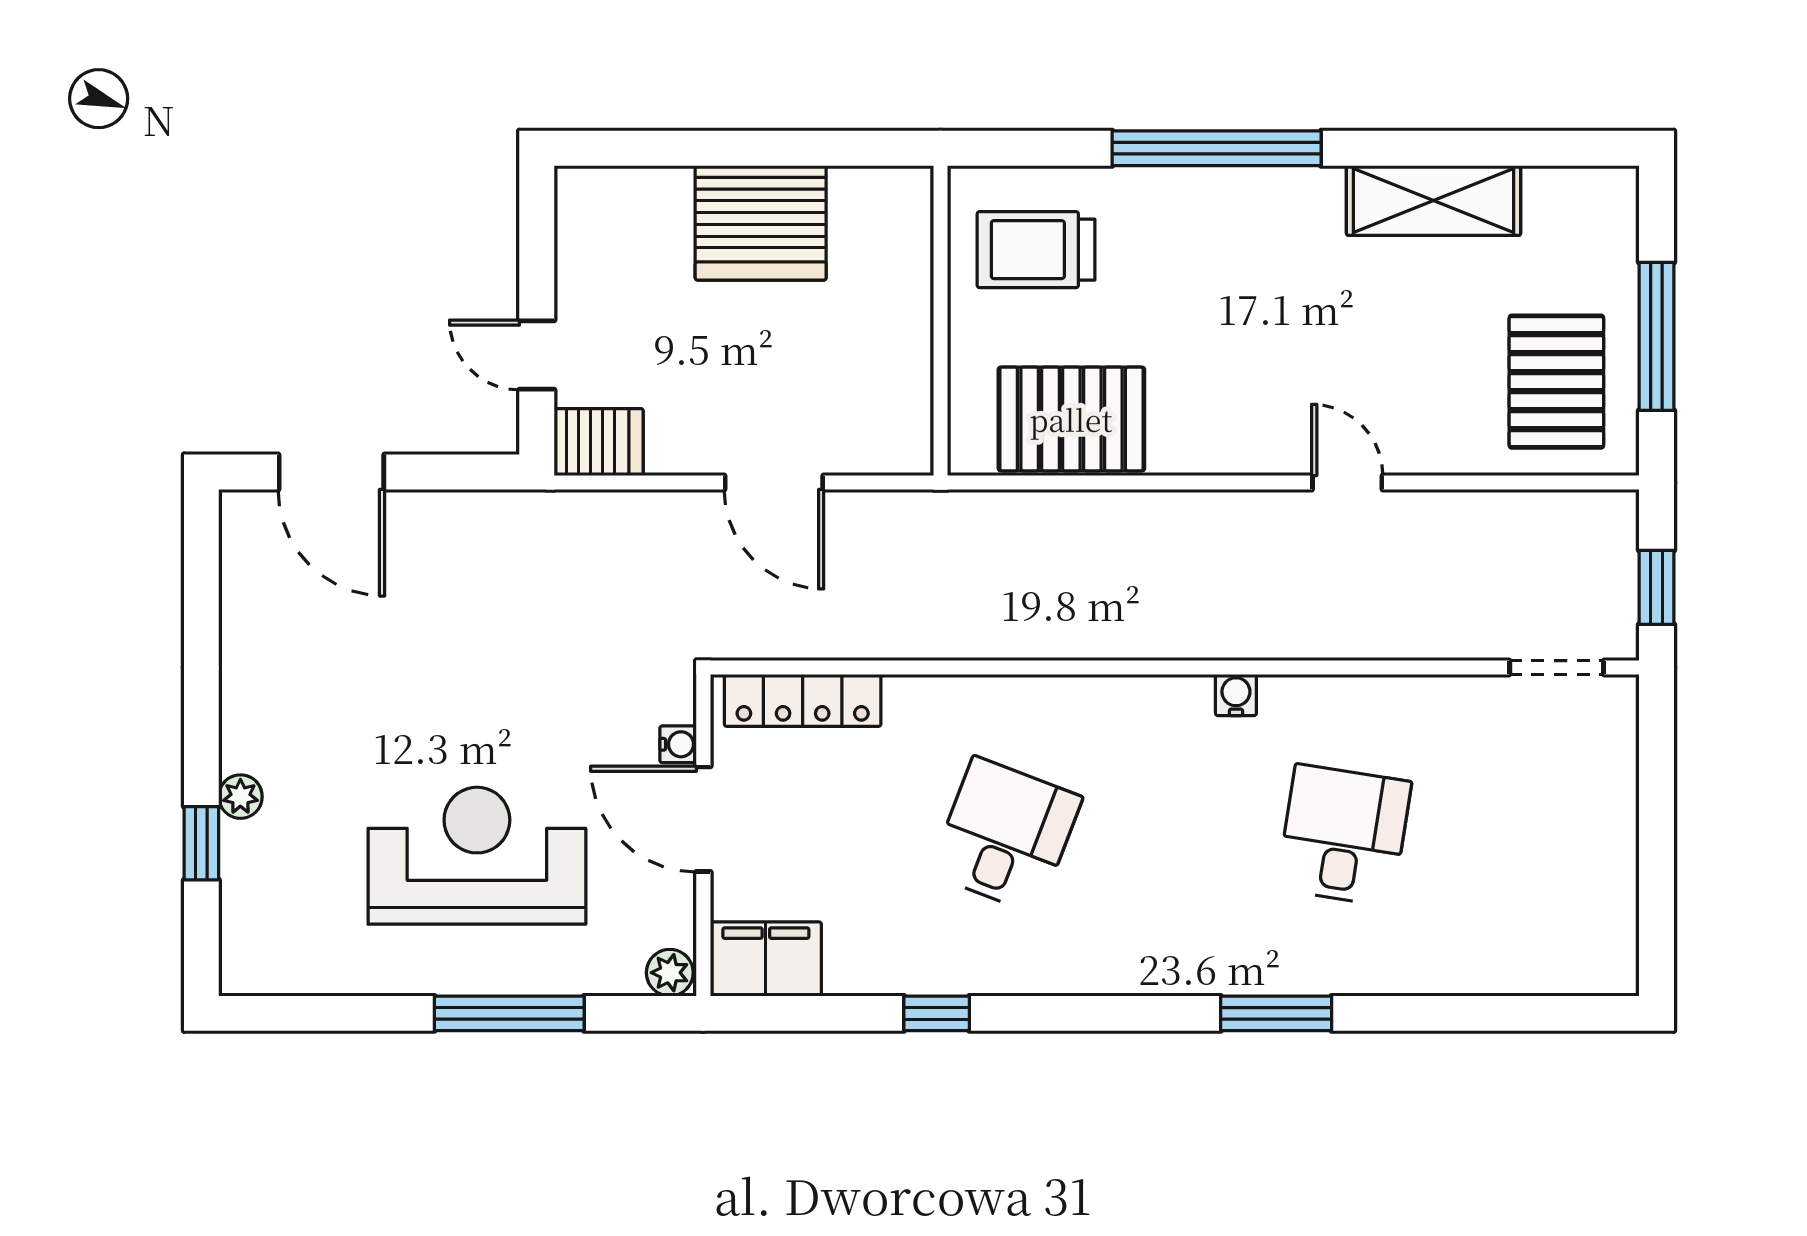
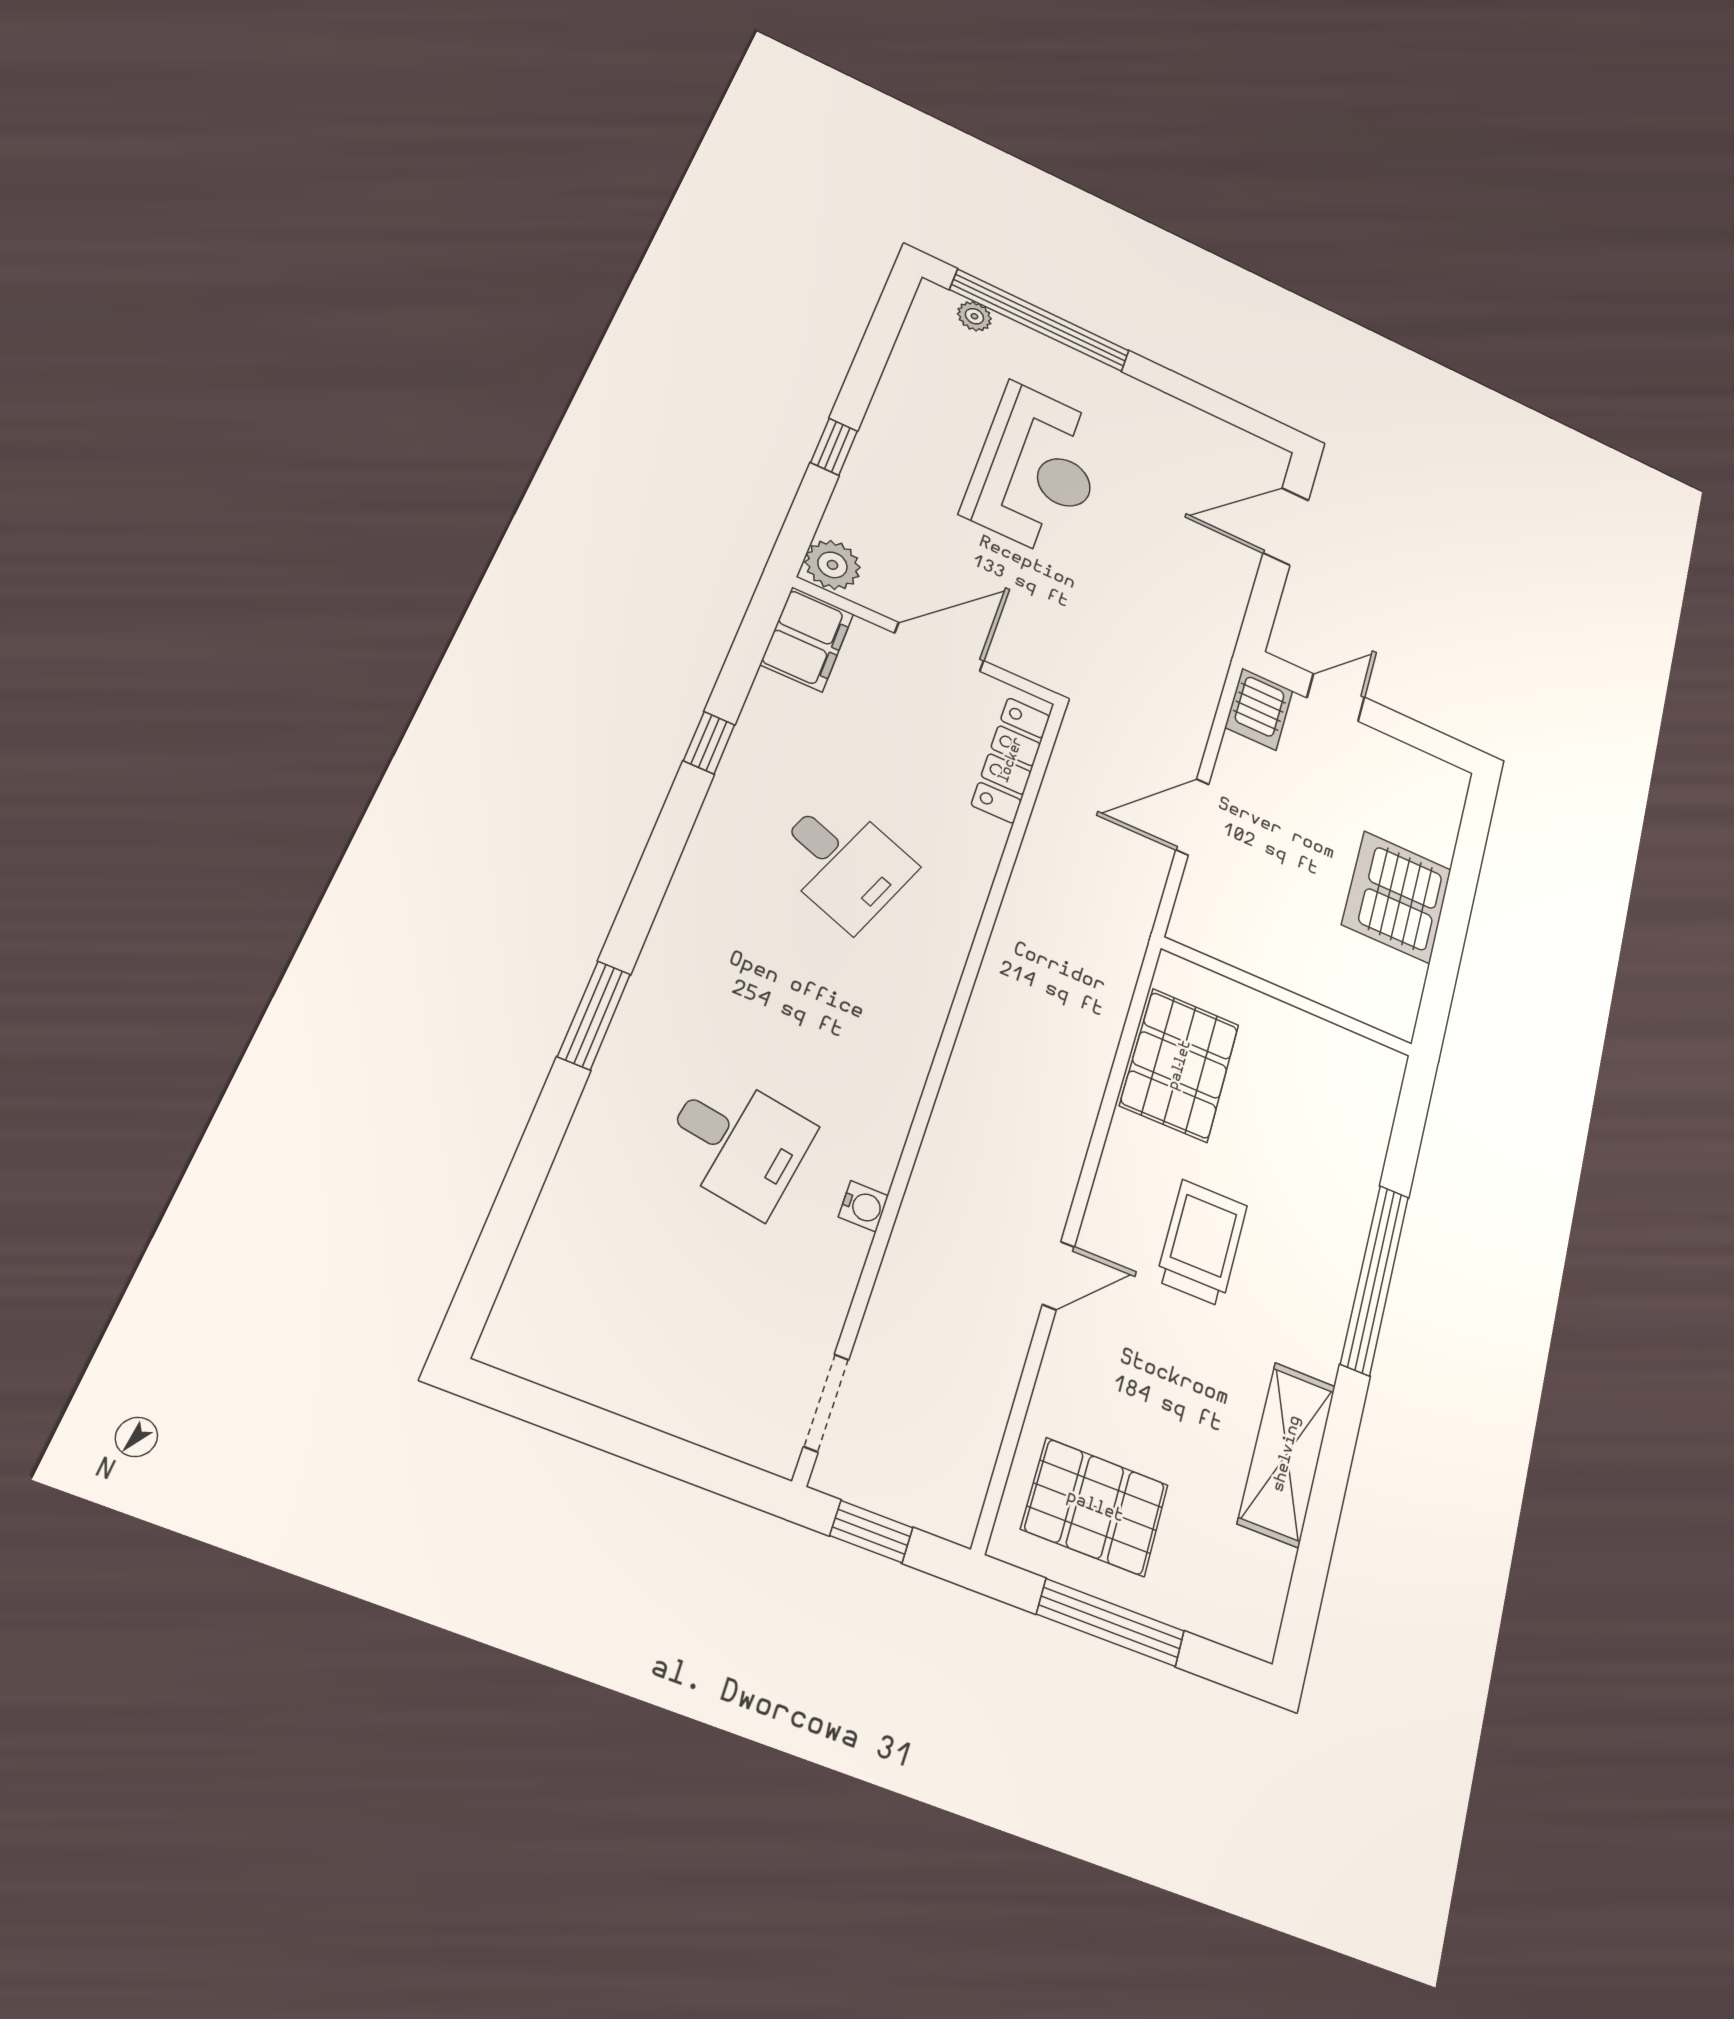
trolley: (1036, 250) -> (1202, 1243), moved
water cooler: (1236, 695) -> (863, 1206), moved
water cooler: (678, 744) -> (1006, 657), removed
plant: (240, 797) -> (974, 316), moved
window: (201, 843) -> (1040, 320), width x3.17
reception desk: (477, 856) -> (1037, 470), moved
plant: (670, 973) -> (832, 565), width x1.38, depth x1.38
window: (509, 1013) -> (834, 447), width x0.46

